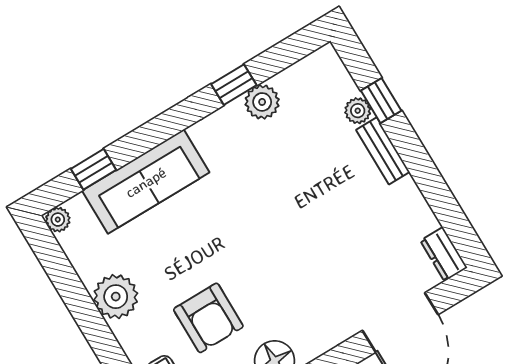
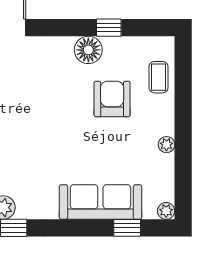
plant: (116, 297) -> (166, 145), width x0.53, depth x0.53

